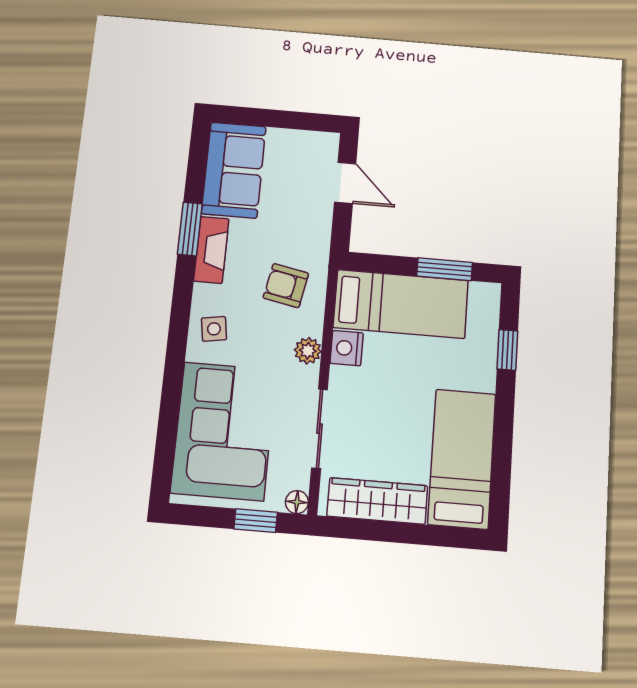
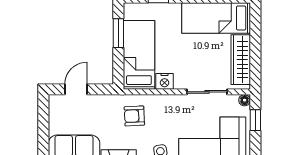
armchair: (286, 286) -> (134, 116), turned 76
plant: (308, 351) -> (168, 101), removed

